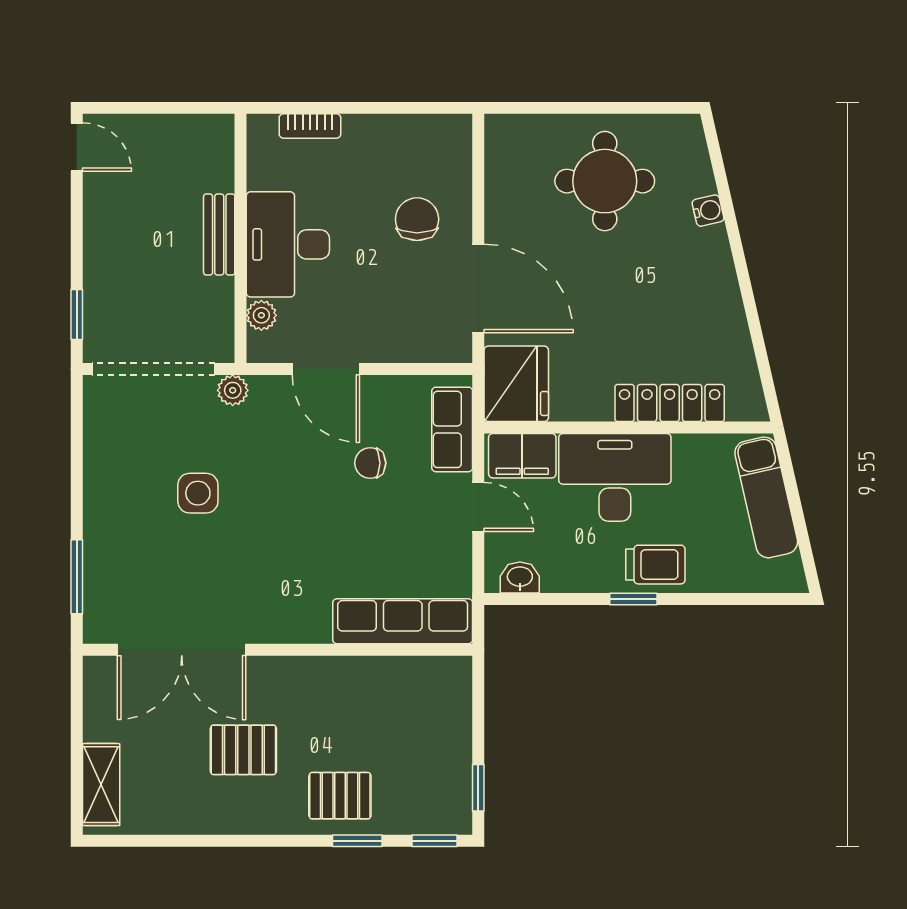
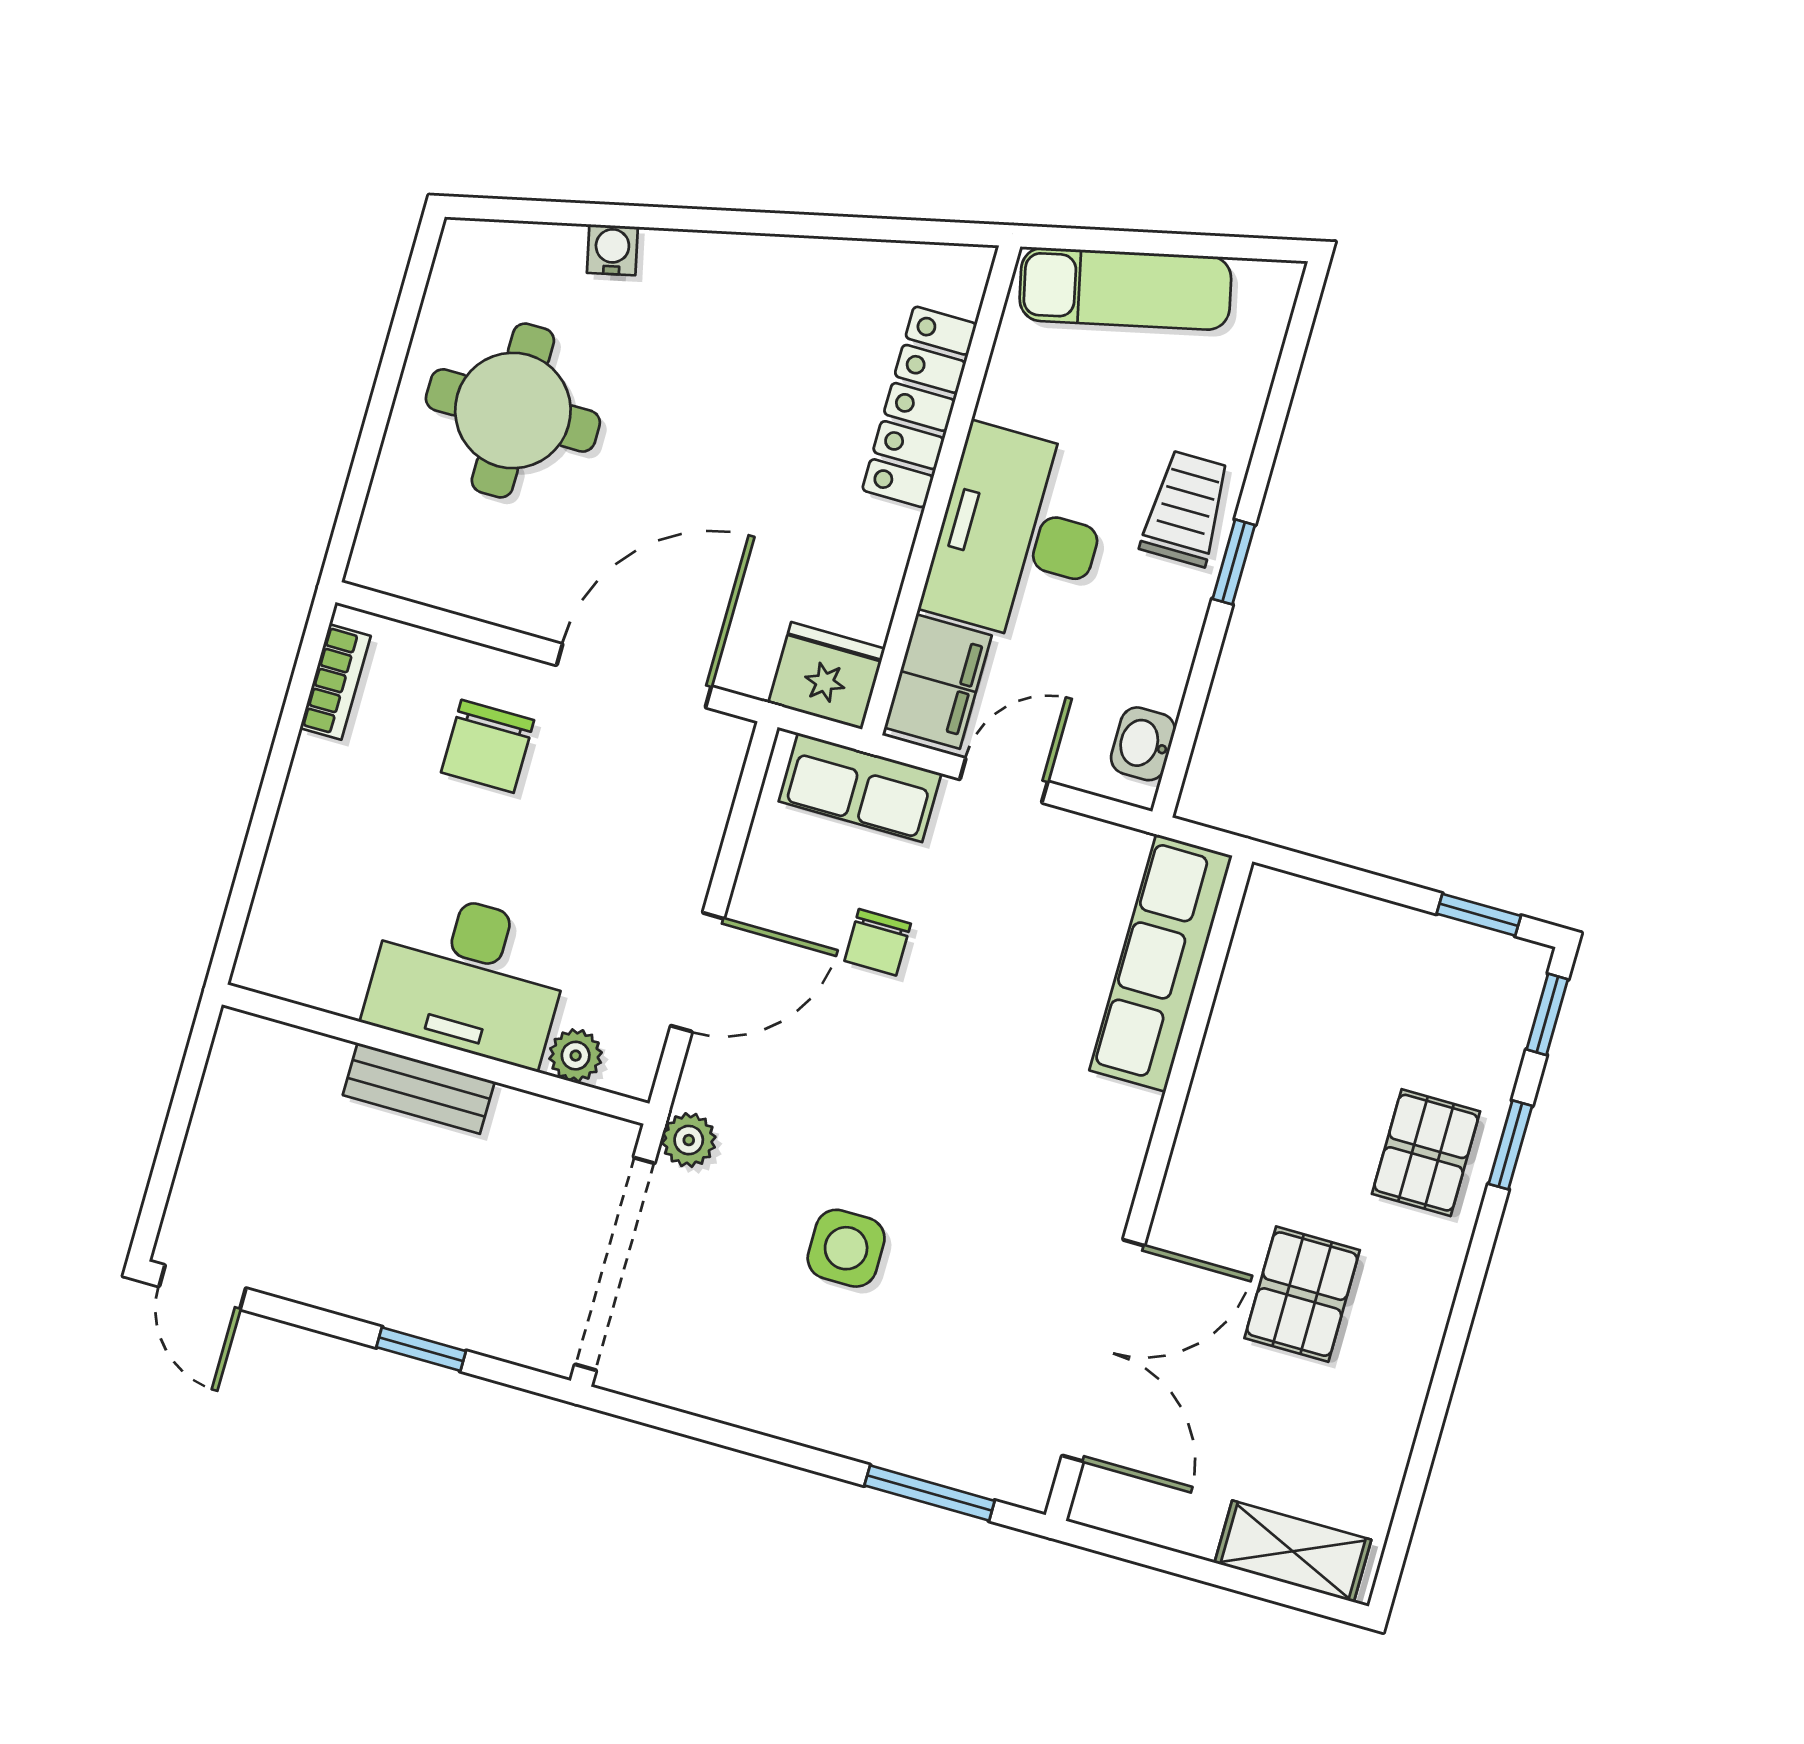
bookcase: (310, 126) -> (335, 682), moved
door: (77, 147) -> (202, 1287), swing flipped
chair: (417, 219) -> (488, 746), turned -90
window: (77, 315) -> (421, 1349), moved
fridge: (516, 384) -> (827, 676), width x0.73, depth x0.75

